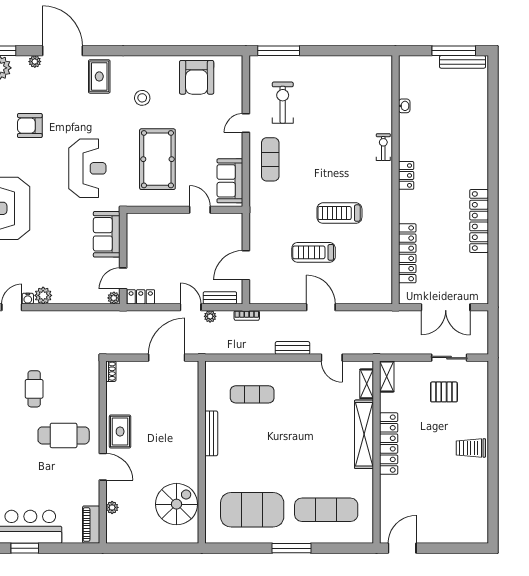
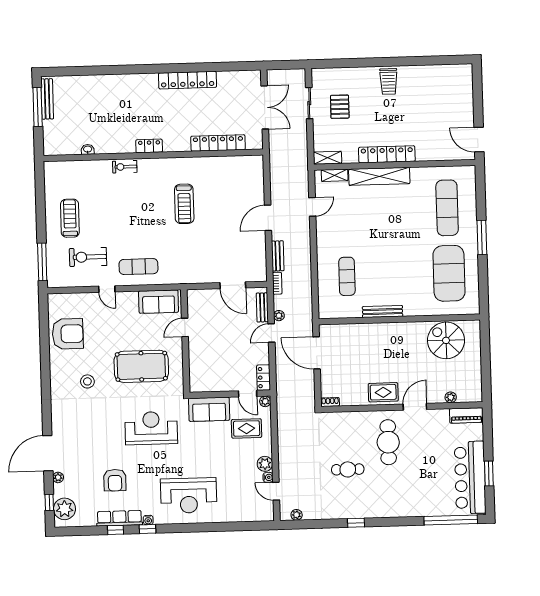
rug: (99, 76) -> (247, 428), moved
treadmill: (314, 252) -> (70, 218), moved, turned 180
bench: (293, 348) -> (278, 256), moved

